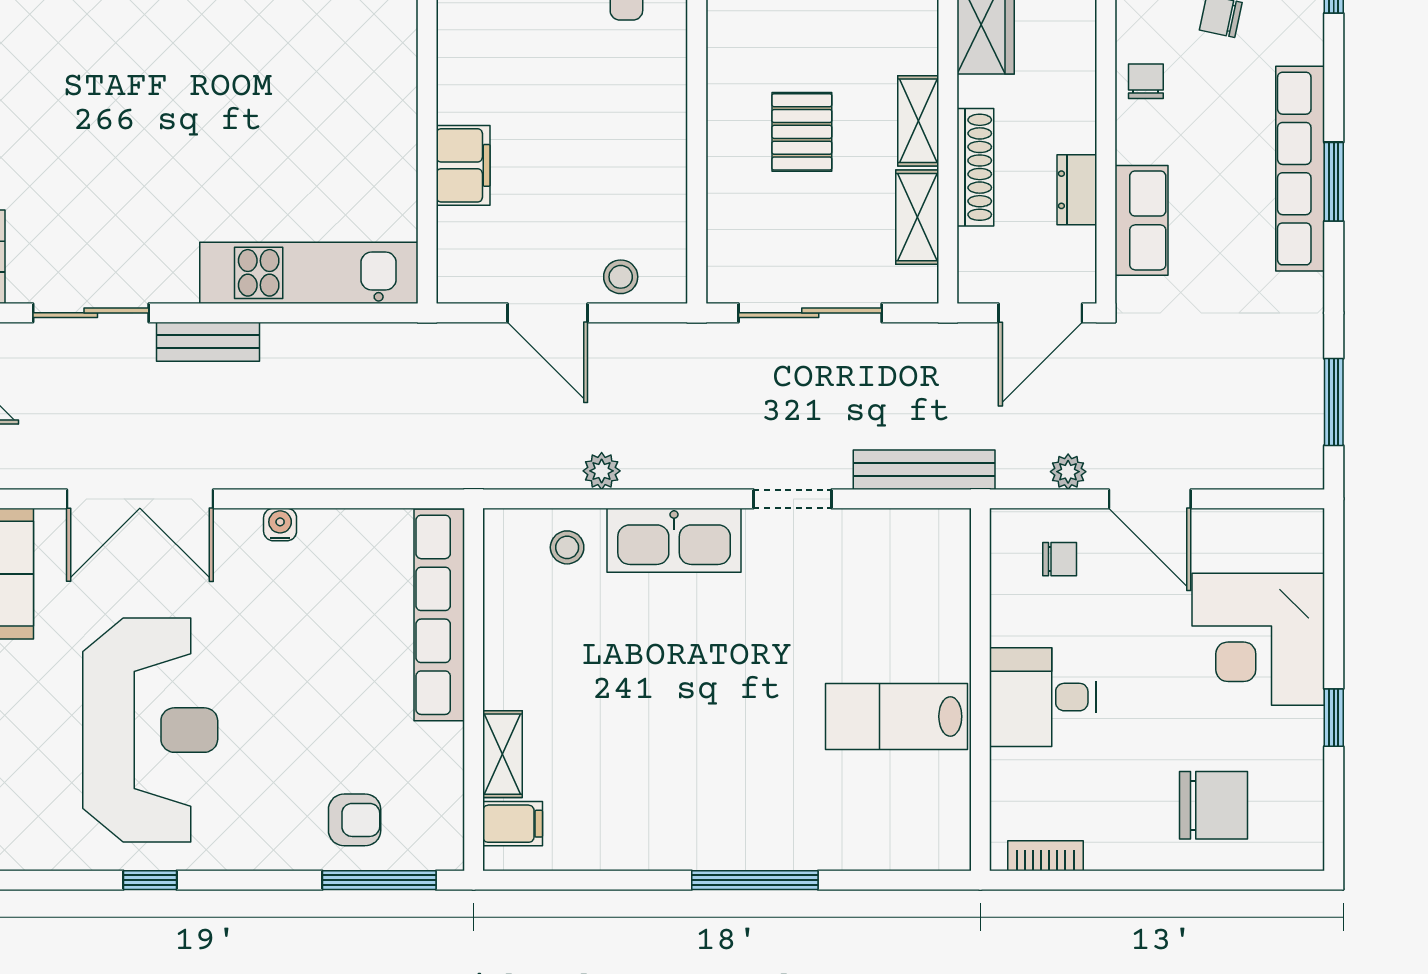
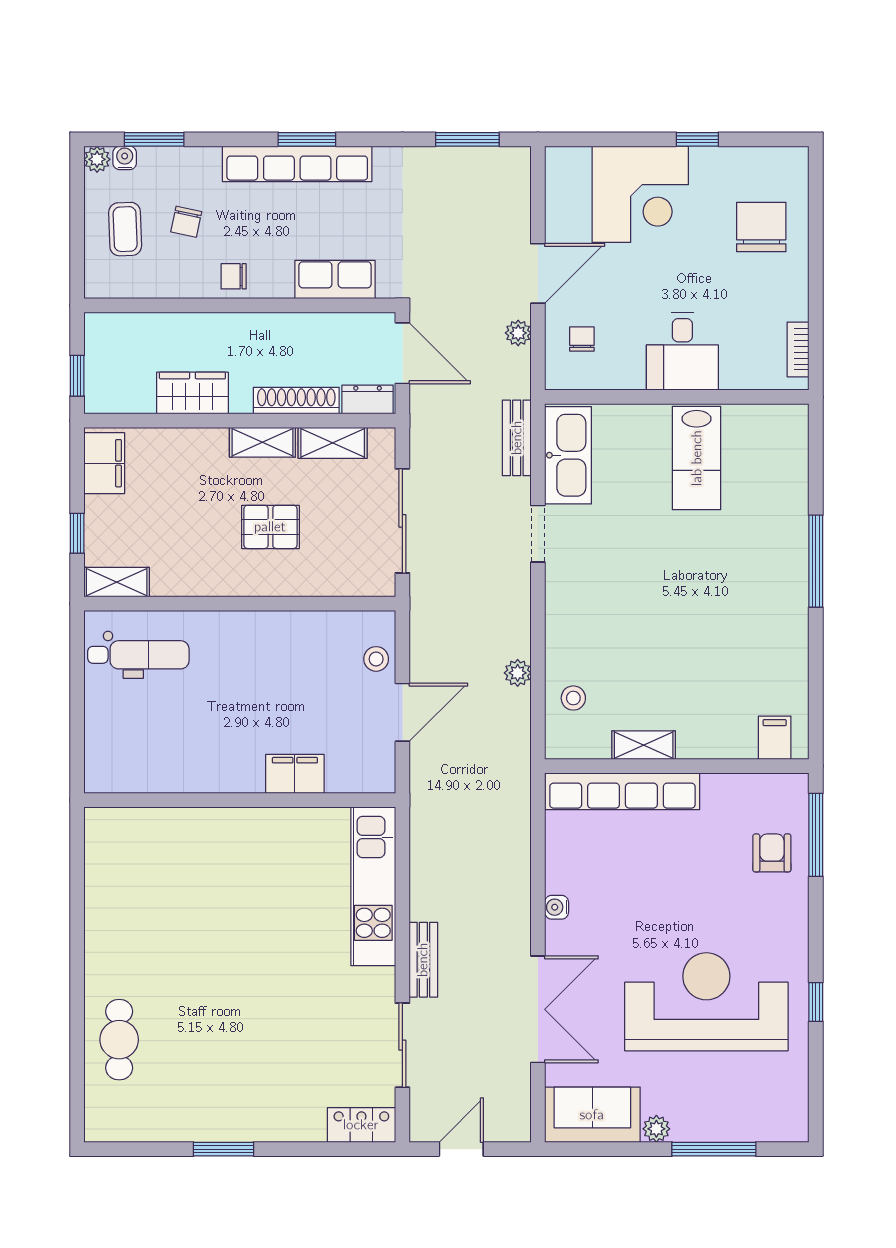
dresser: (1077, 190) -> (368, 399), moved, turned 180
bench: (924, 470) -> (517, 438), width x0.73
kitchen sink: (674, 540) -> (568, 455), moved
shelving: (502, 754) -> (644, 745), moved

